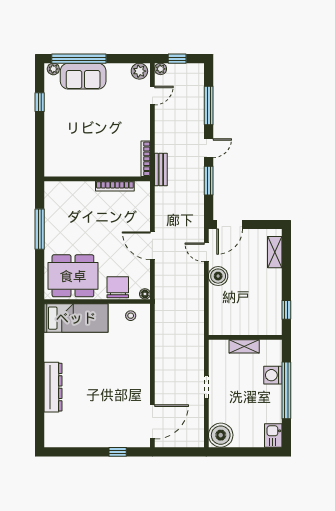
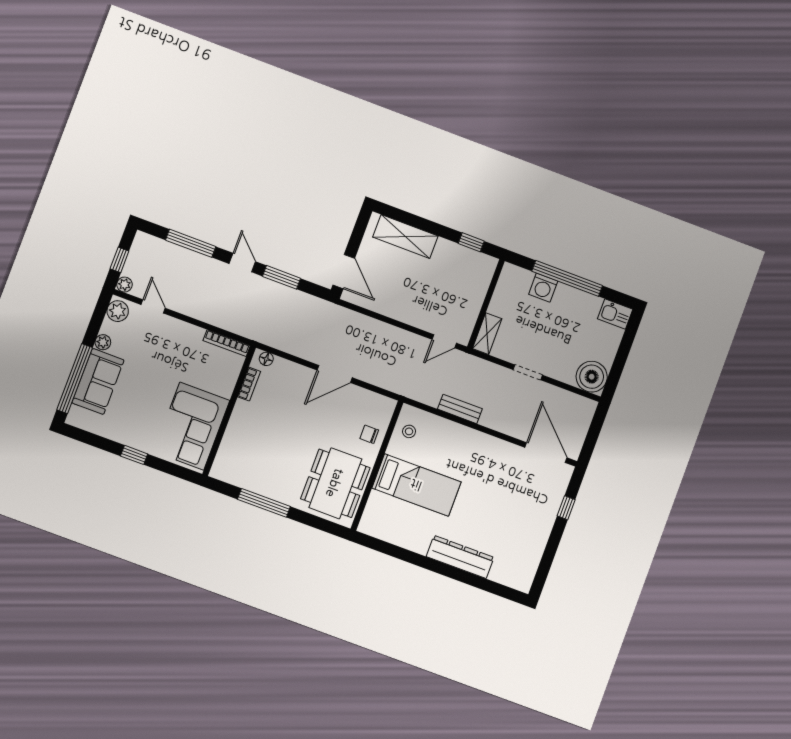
plant: (53, 69) -> (103, 342), moved
window: (40, 102) -> (134, 455), moved
corner sofa: (76, 156) -> (192, 426), added
bench: (161, 169) -> (460, 409), moved
bookcase: (115, 186) -> (249, 384), width x0.64
door: (206, 252) -> (444, 341), moved
shelving: (275, 252) -> (405, 237), width x1.50, depth x1.33
boiler: (218, 276) -> (400, 309), removed
chair: (118, 287) -> (369, 434), width x0.54, depth x0.54
floor lamp: (145, 294) -> (266, 359), moved
bed: (76, 318) -> (416, 485), moved, turned 90
shelving: (244, 346) -> (487, 334), moved

